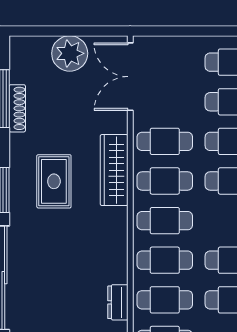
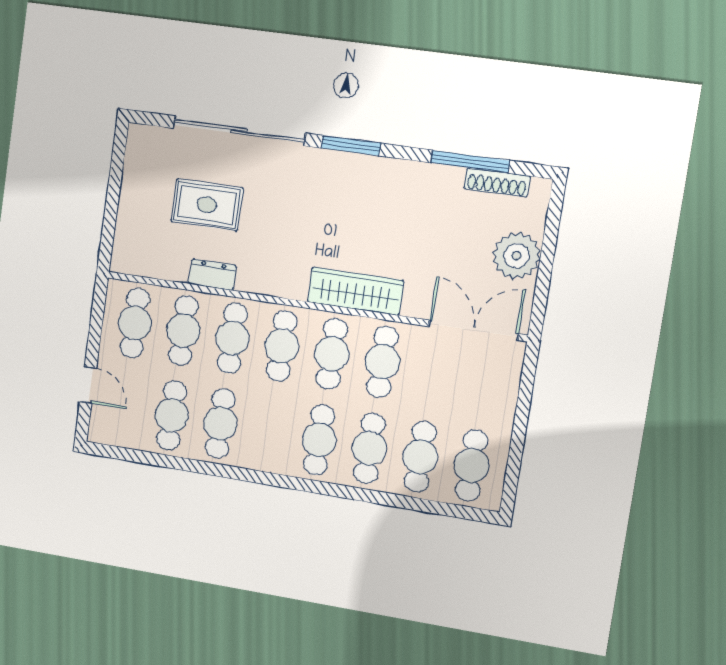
shoe rack: (17, 108) -> (497, 182), moved
rug: (54, 181) -> (207, 205), moved
dresser: (118, 302) -> (212, 275), moved

